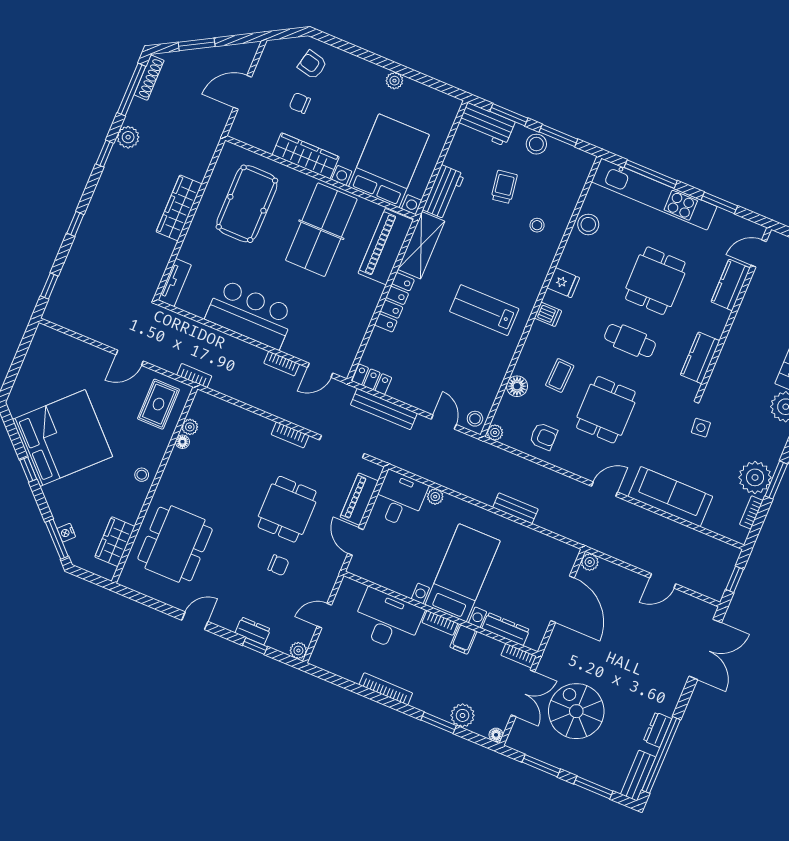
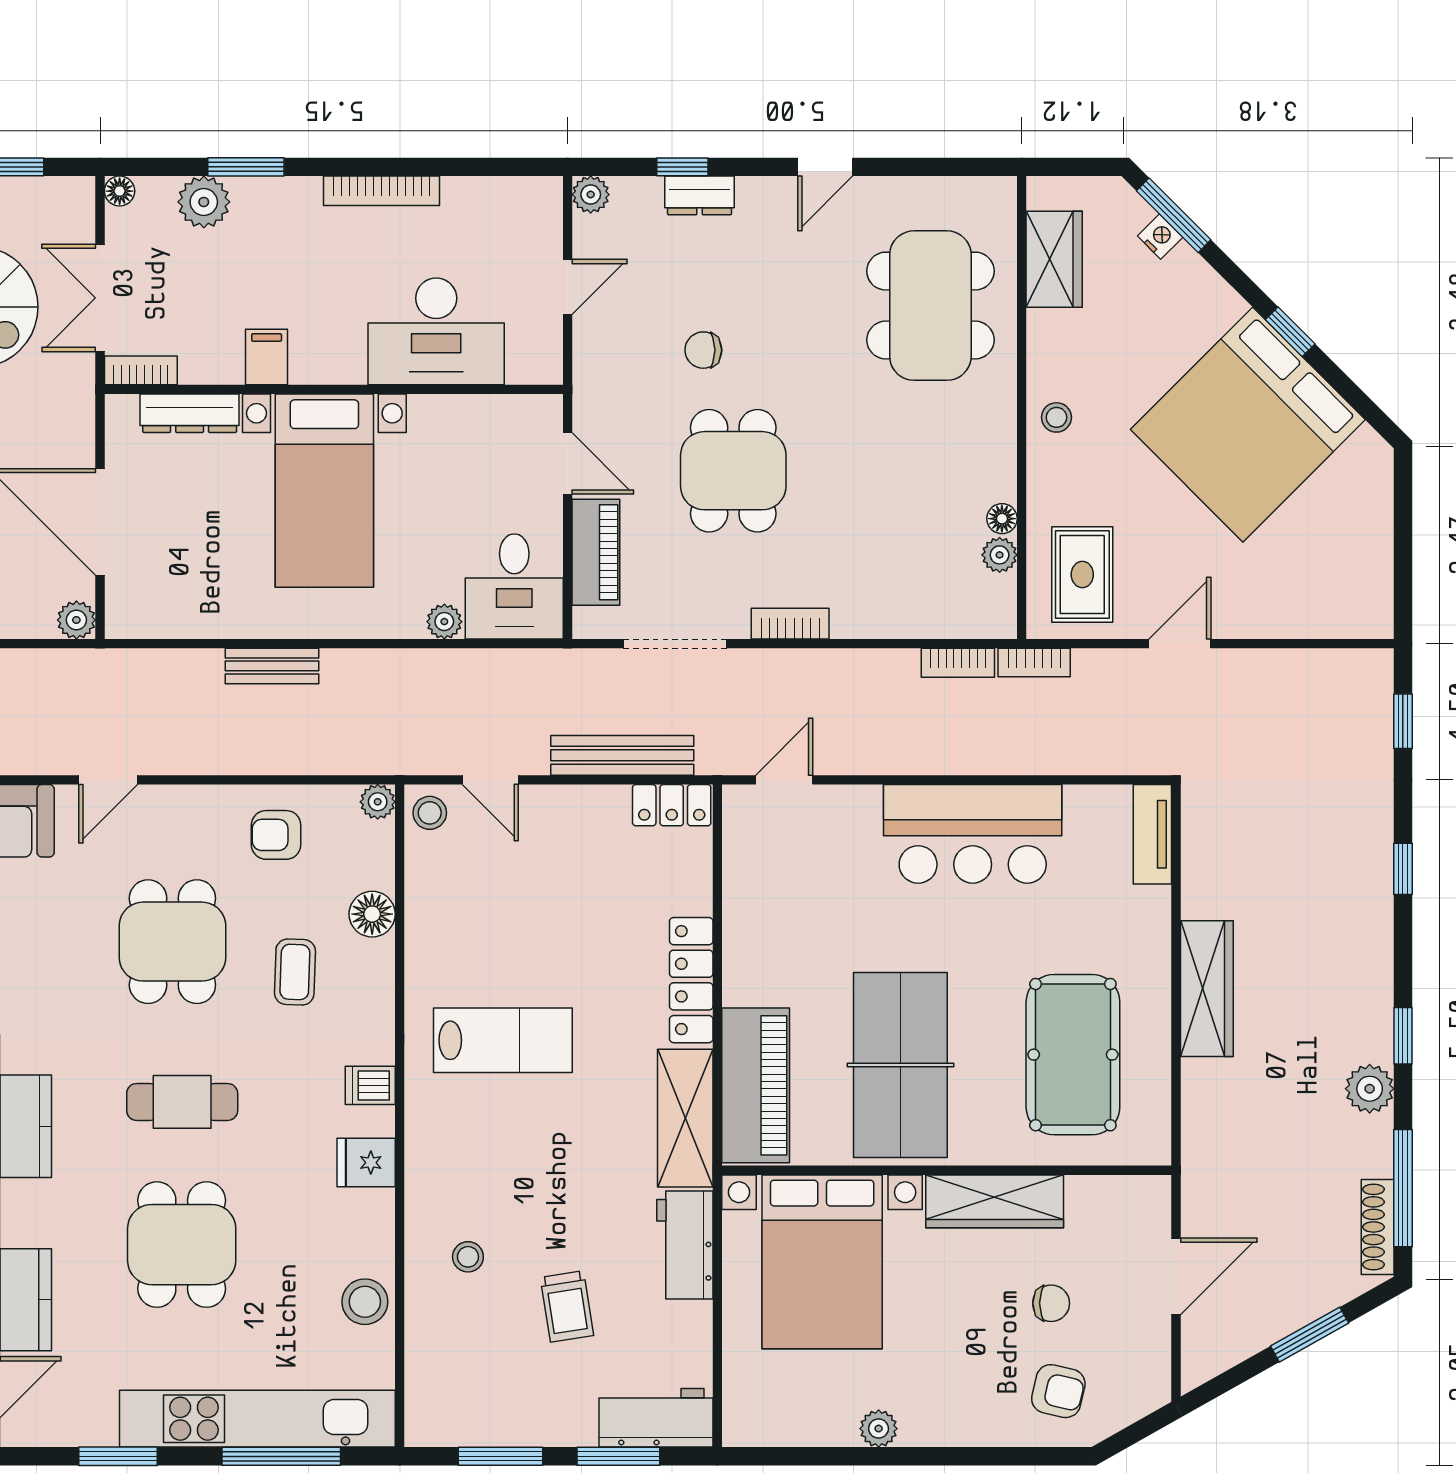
stool: (536, 144) -> (538, 1420), removed
bookcase: (282, 364) -> (958, 663), moved, turned 180
bookcase: (440, 623) -> (328, 370), removed

